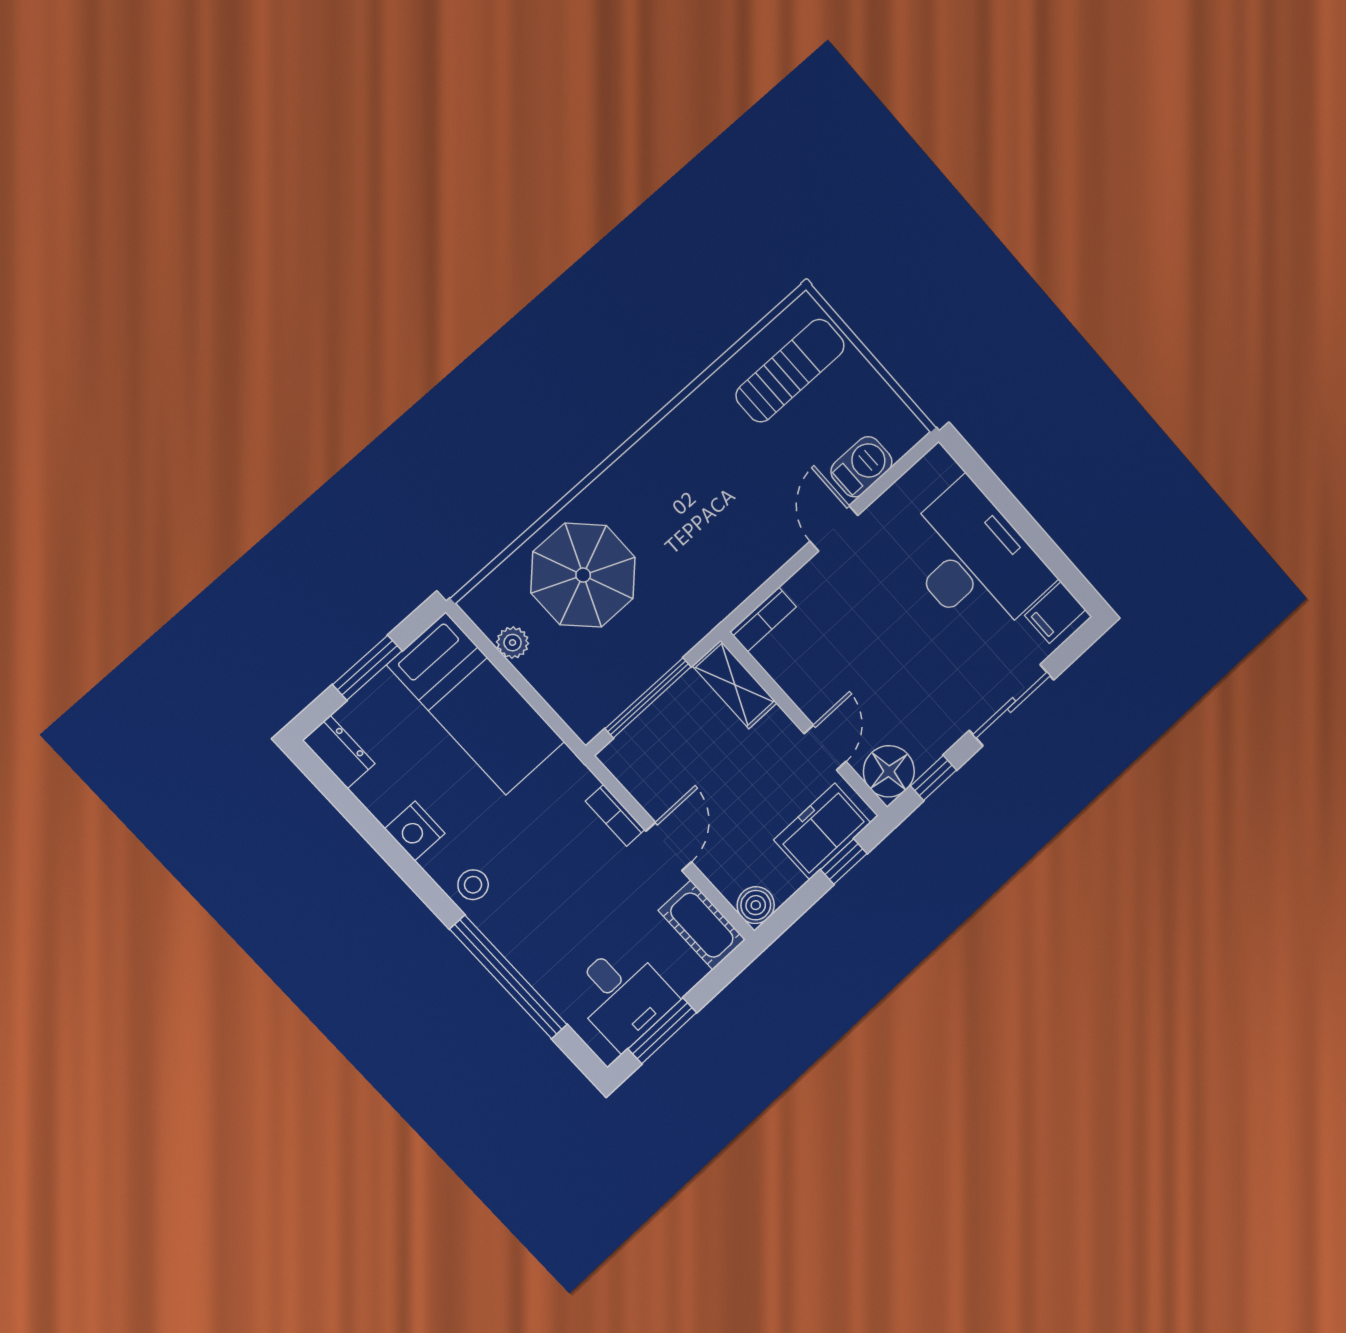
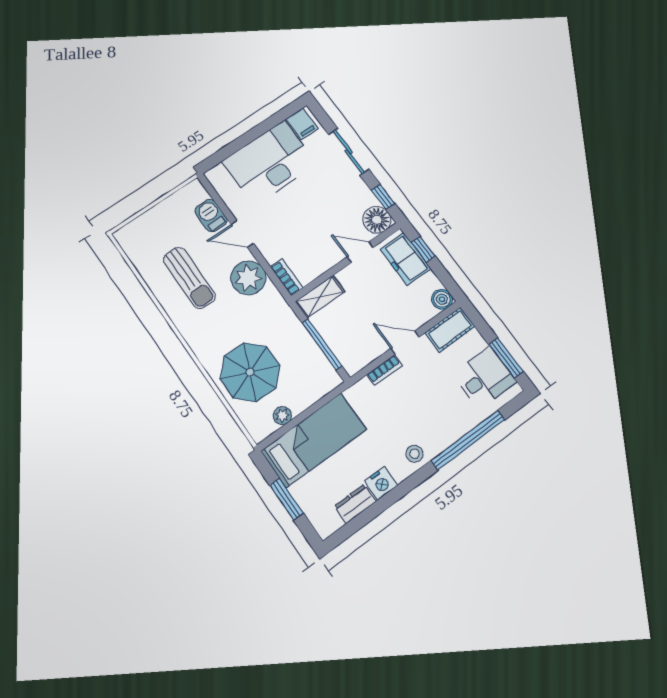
sun lounger: (790, 371) -> (189, 278), moved, turned 180
plant: (754, 550) -> (248, 278), added
dresser: (339, 752) -> (355, 504), moved

